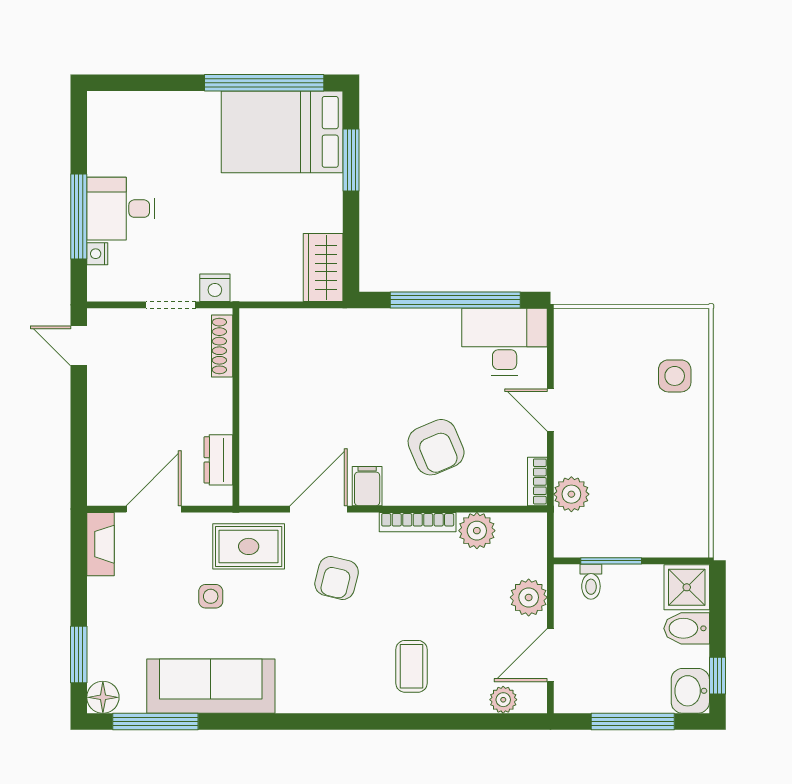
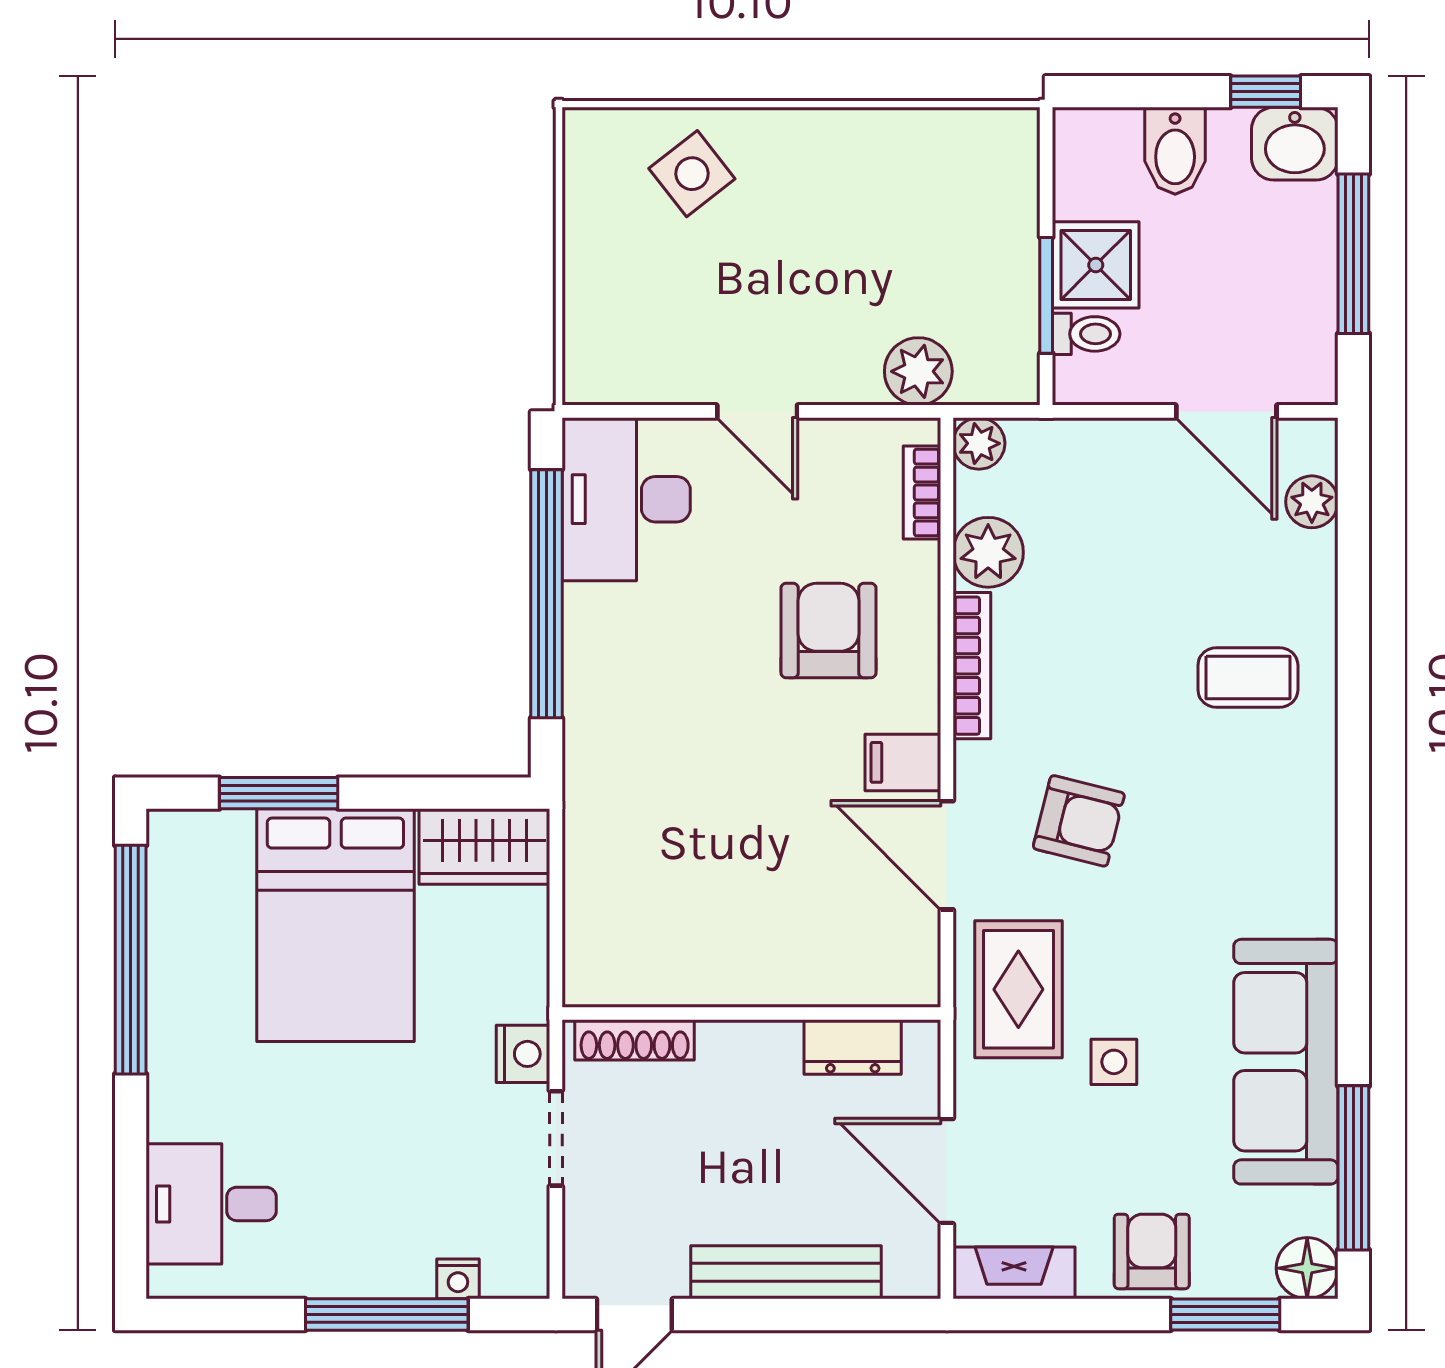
bed: (282, 132) -> (335, 925), moved
desk: (121, 209) -> (211, 1204), moved, turned 90
side table: (675, 376) -> (692, 174), turned -38
door: (550, 410) -> (757, 411), hinge flipped
bench: (101, 425) -> (786, 1272), added
armchair: (436, 447) -> (828, 631), turned -67
bookcase: (537, 481) -> (922, 493), moved, turned 90
shower: (687, 587) -> (1096, 265), moved
plant: (529, 597) -> (979, 443), moved, width x0.73, depth x0.73
armchair: (112, 616) -> (1152, 1251), added

